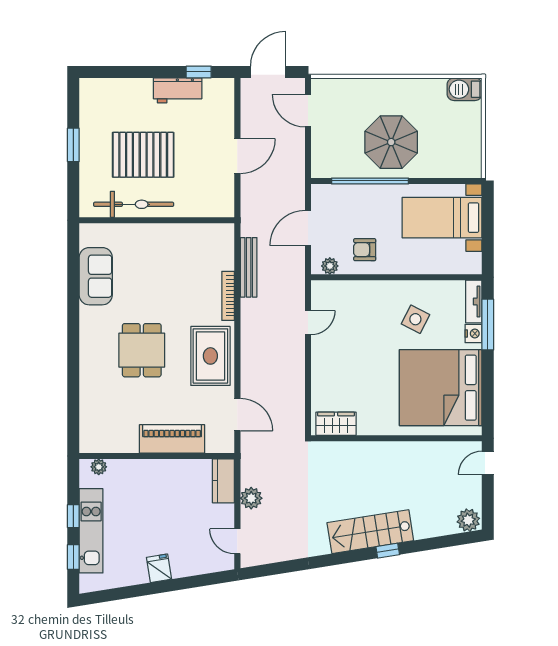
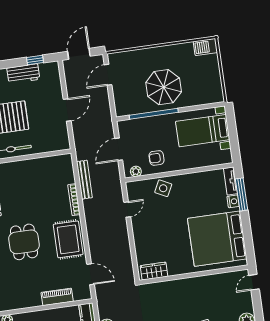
door: (308, 111) -> (108, 75), hinge flipped
side table: (415, 319) -> (163, 188), moved
piano: (172, 439) -> (57, 297), width x0.73, depth x0.75

